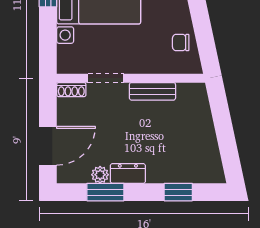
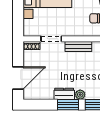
plant: (100, 175) -> (80, 95), moved
window: (105, 192) -> (68, 105), moved

